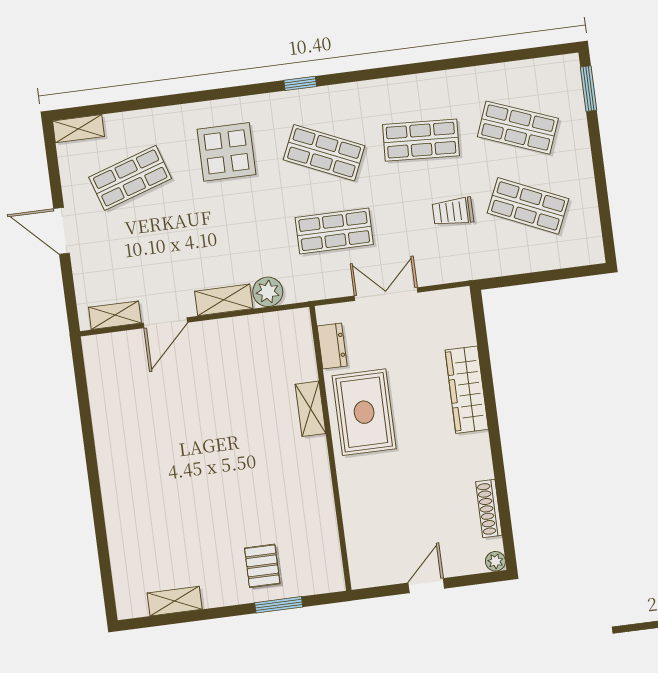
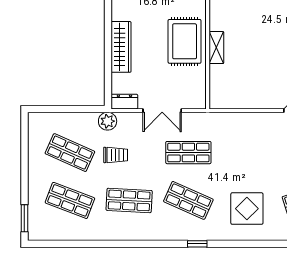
plant: (268, 292) -> (108, 121), moved
shelving: (224, 300) -> (260, 120), removed
dresser: (332, 346) -> (124, 102), moved, turned 90

